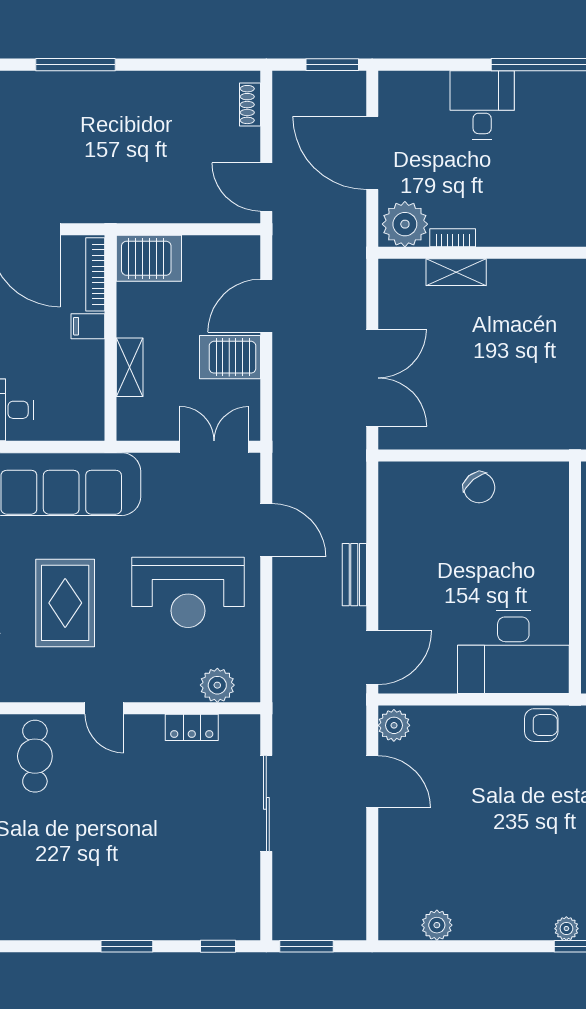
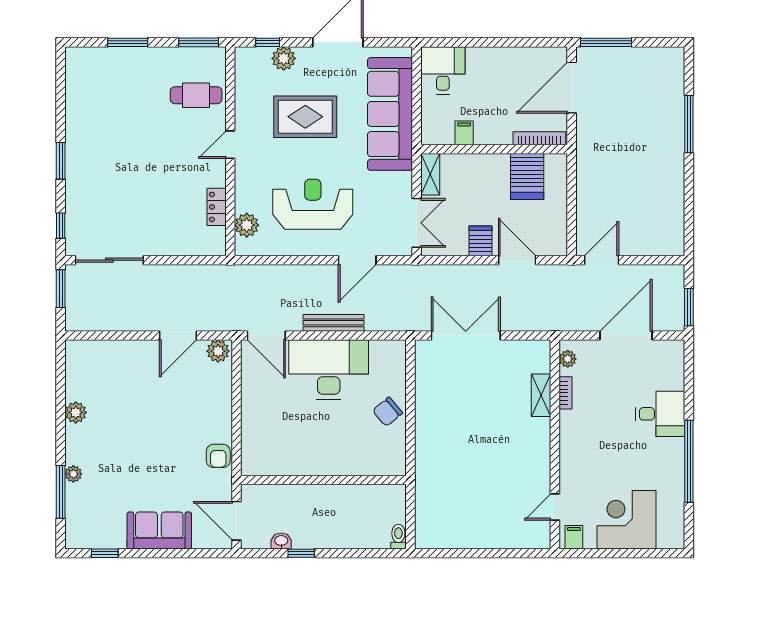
shoe rack: (250, 105) -> (660, 248), removed
plant: (405, 224) -> (568, 359), width x0.53, depth x0.53
server rack: (149, 258) -> (527, 176), moved
filing cabinet: (88, 326) -> (464, 133), moved
server rack: (230, 357) -> (480, 241), width x0.73, depth x0.70
shelving: (130, 367) -> (430, 174), moved, turned 90
double door: (372, 378) -> (466, 335), swing flipped
bench: (354, 575) -> (334, 323), width x1.36
reception desk: (188, 592) -> (313, 204), turned 90
desk: (513, 652) -> (329, 369), moved, turned 90
sliding door: (266, 803) -> (109, 260), moved
plant: (437, 925) -> (76, 412), moved

